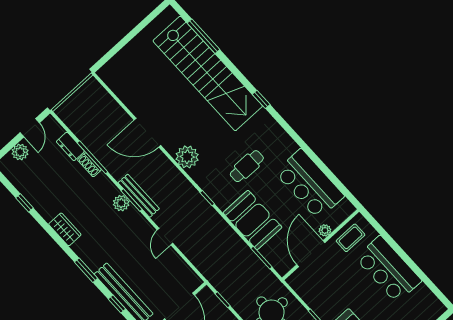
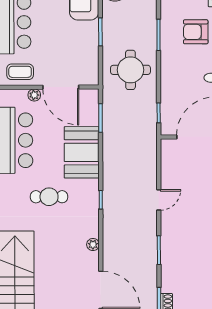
plant: (187, 157) -> (93, 245), width x0.53, depth x0.53
bench: (139, 196) -> (151, 248), removed
plant: (121, 203) -> (169, 255), removed
door: (311, 254) -> (61, 87), hinge flipped

